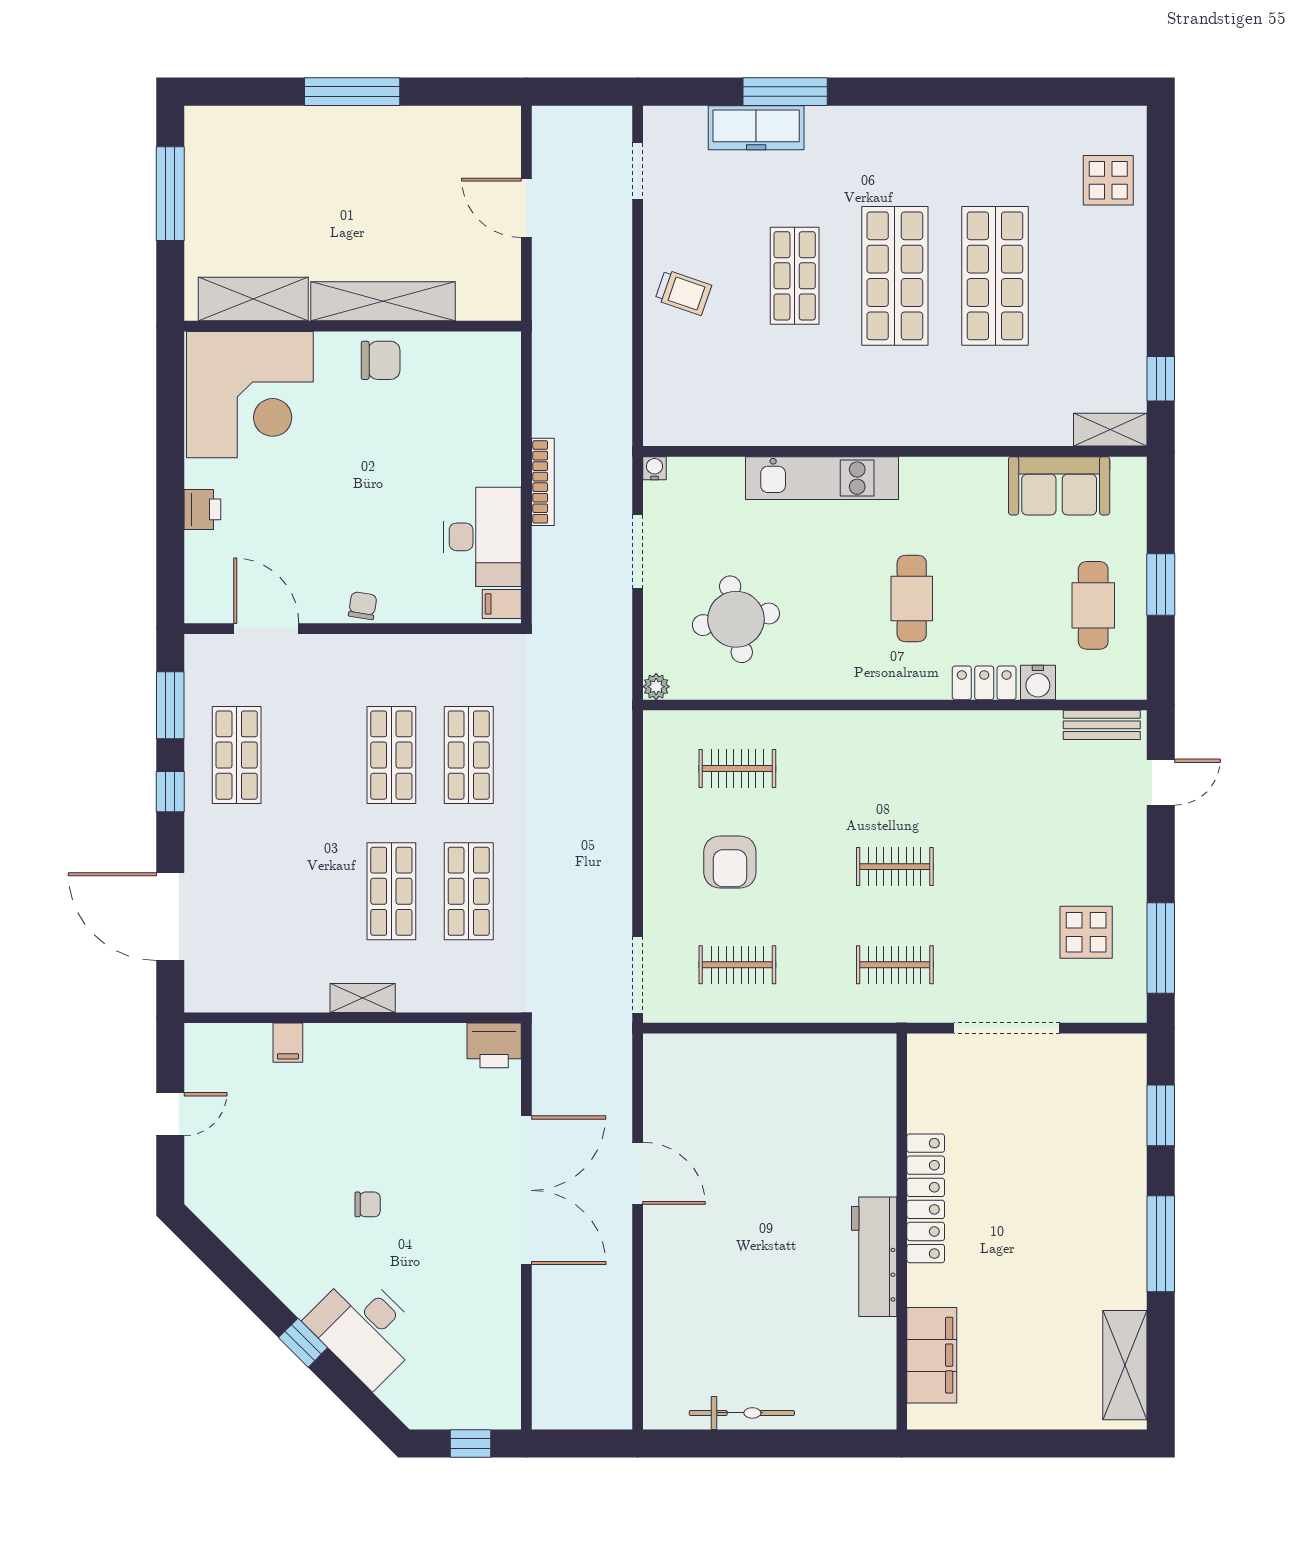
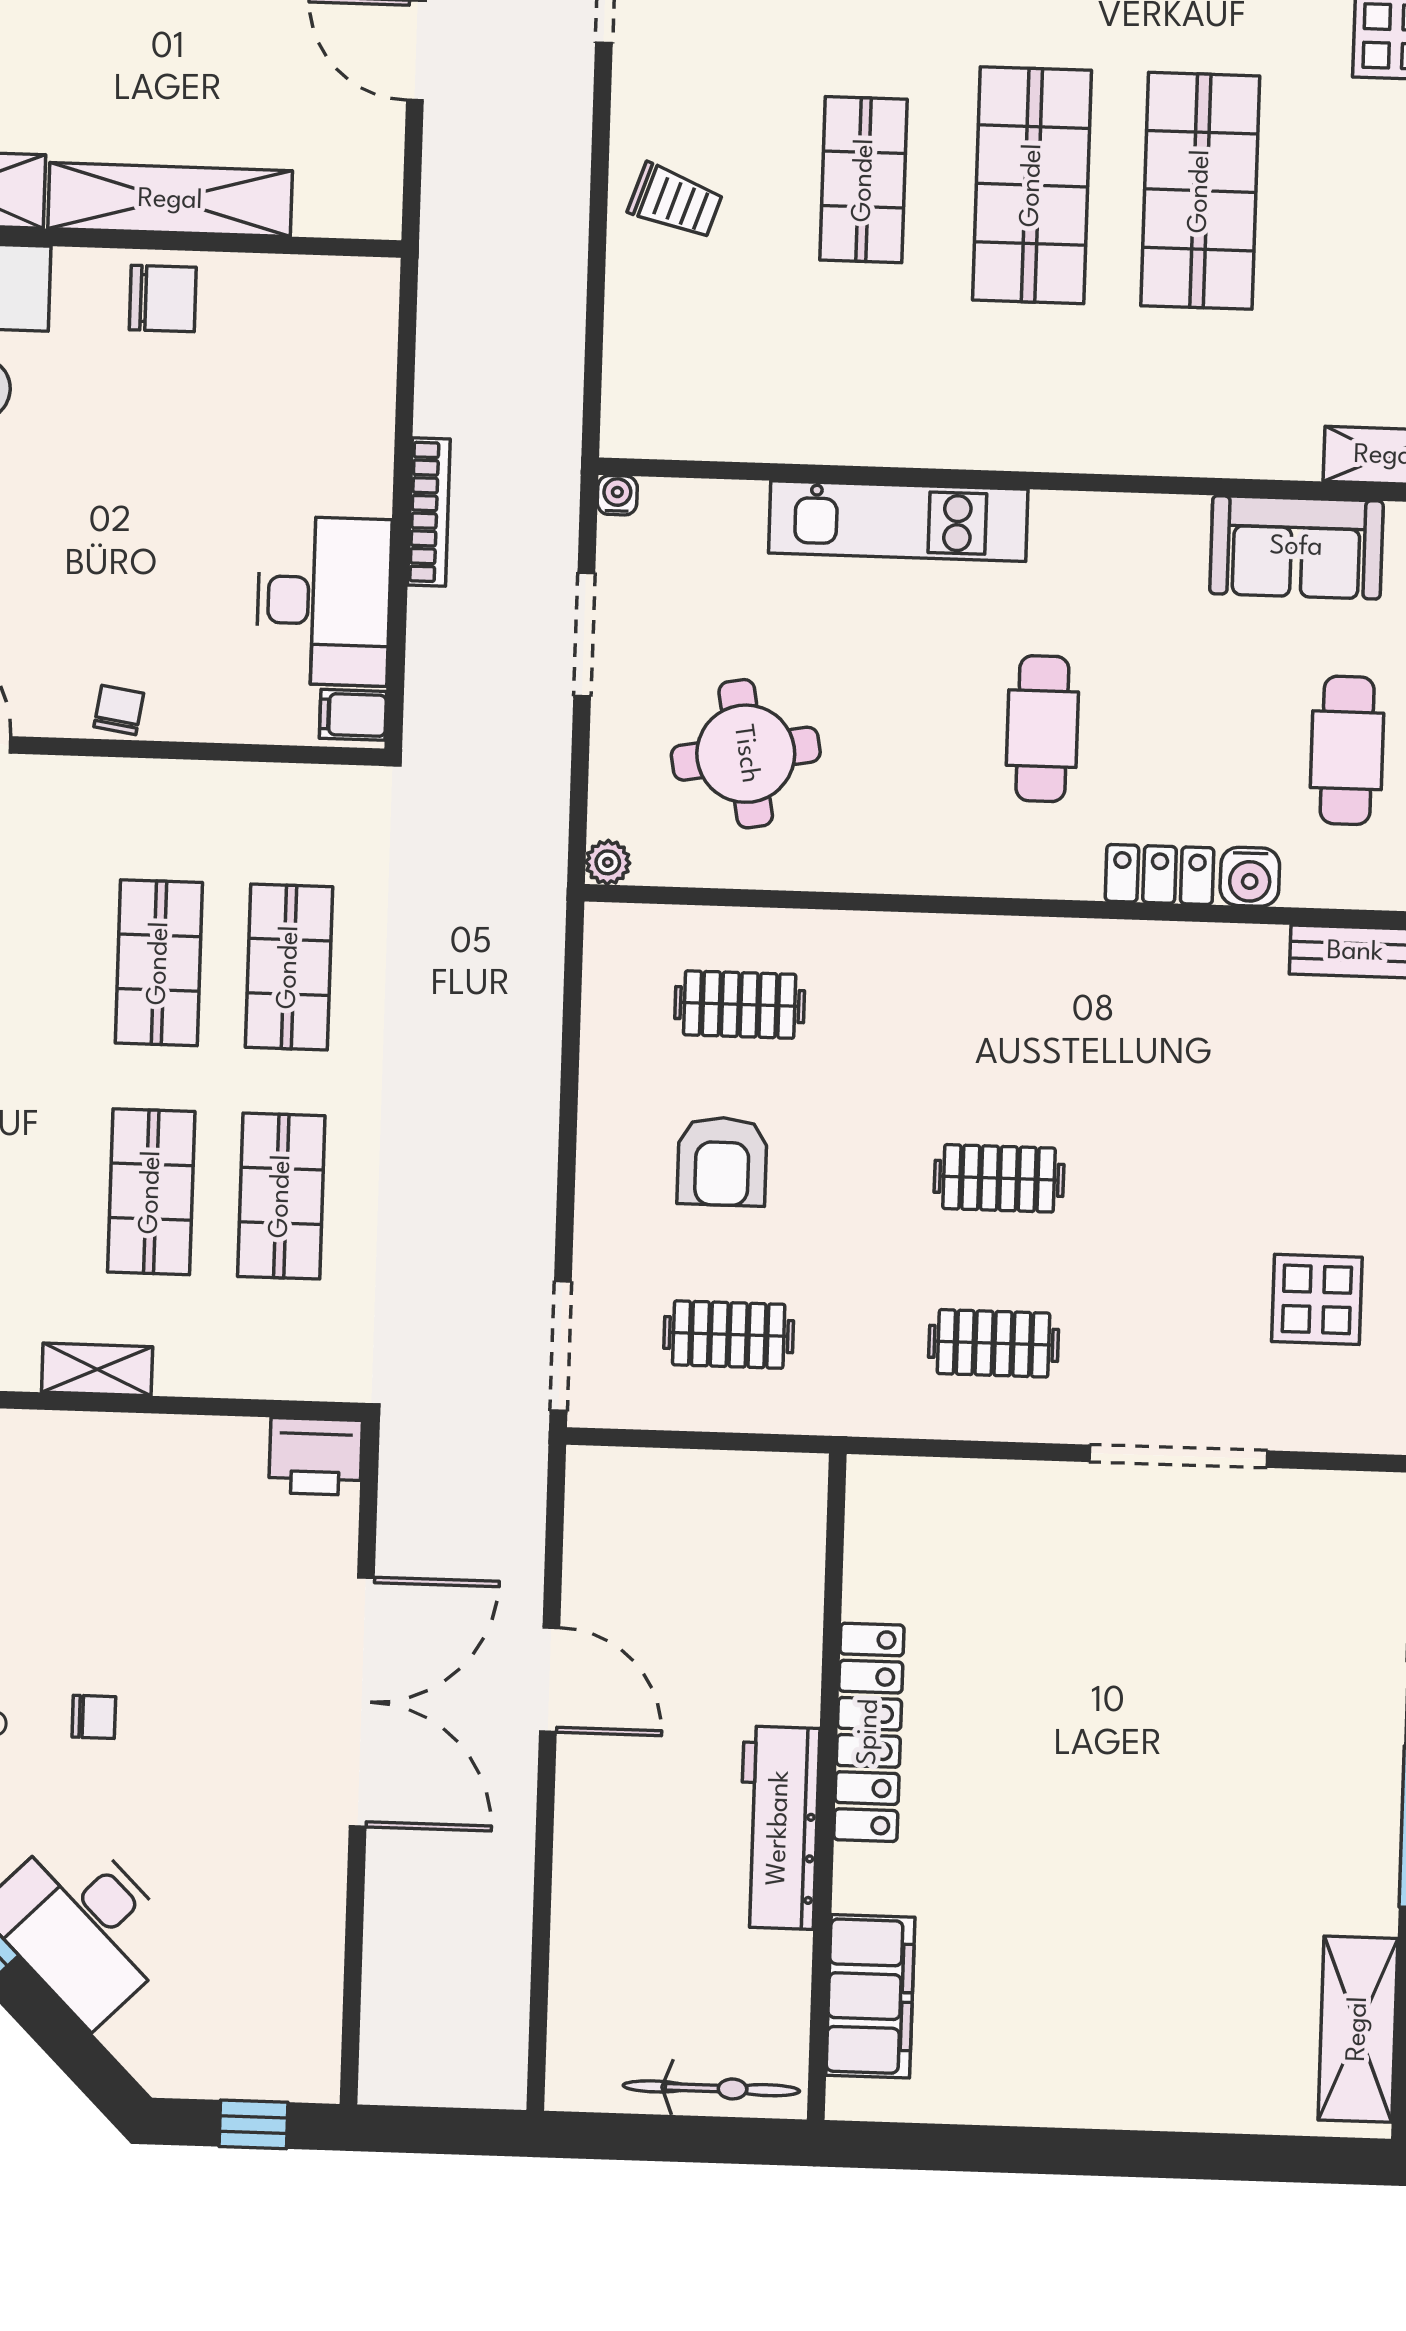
locker: (926, 1198) -> (869, 1732), moved
wall: (902, 1232) -> (827, 1787), moved
workbench: (874, 1257) -> (779, 1828), moved
filing cabinet: (932, 1355) -> (870, 1996), moved

